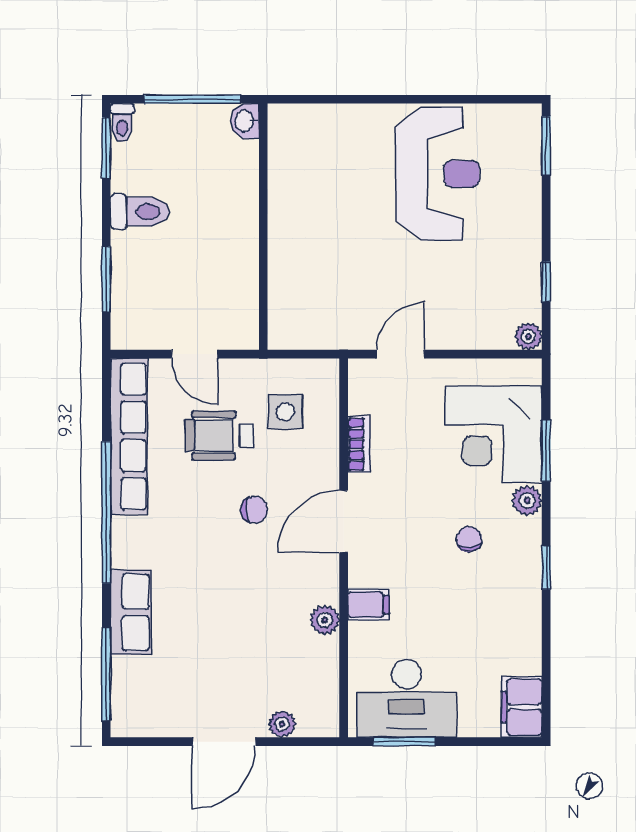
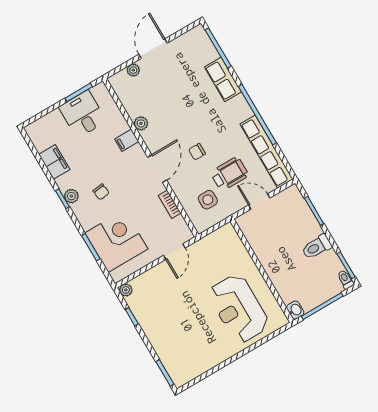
reception desk: (437, 174) -> (239, 309), moved
plant: (527, 500) -> (71, 196), moved
desk: (406, 698) -> (83, 114), width x0.73
filing cabinet: (522, 707) -> (54, 162), moved

